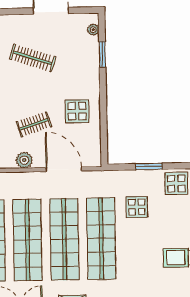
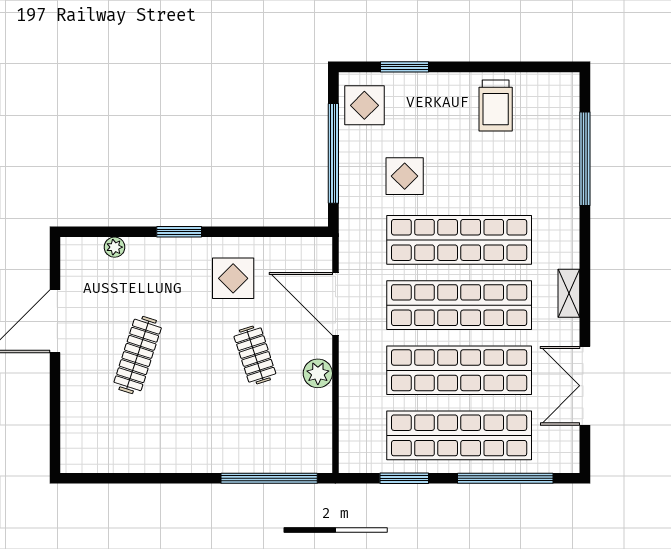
plant: (93, 30) -> (115, 247), moved
window: (102, 54) -> (179, 232), moved
window: (149, 166) -> (333, 153), width x2.11
door: (64, 169) -> (335, 304), hinge flipped

